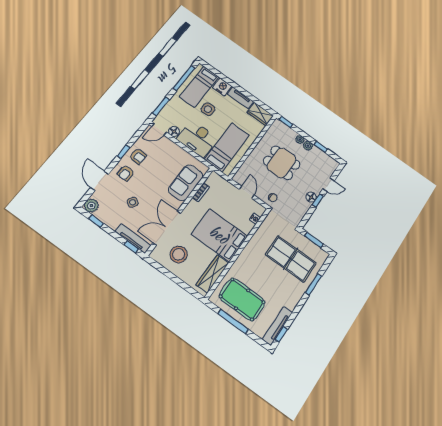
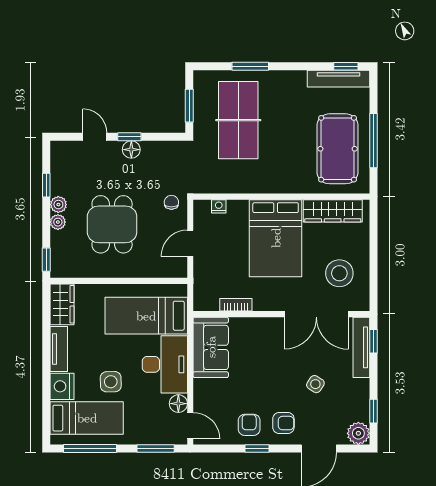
sofa: (186, 183) -> (211, 347), moved, turned -90

